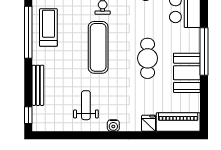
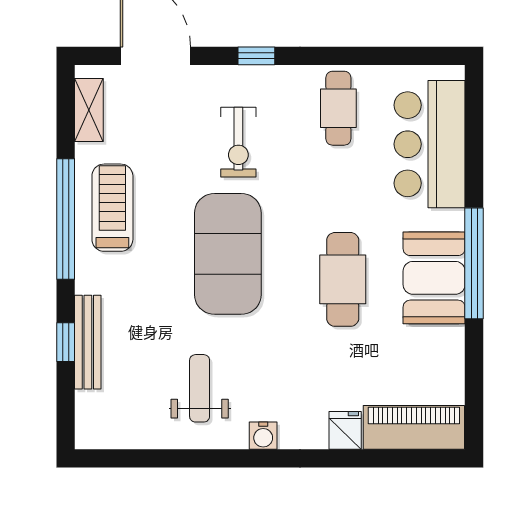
exercise mat: (98, 47) -> (228, 254), width x1.47
booth: (187, 73) -> (434, 278), moved
window: (28, 115) -> (66, 342), moved

